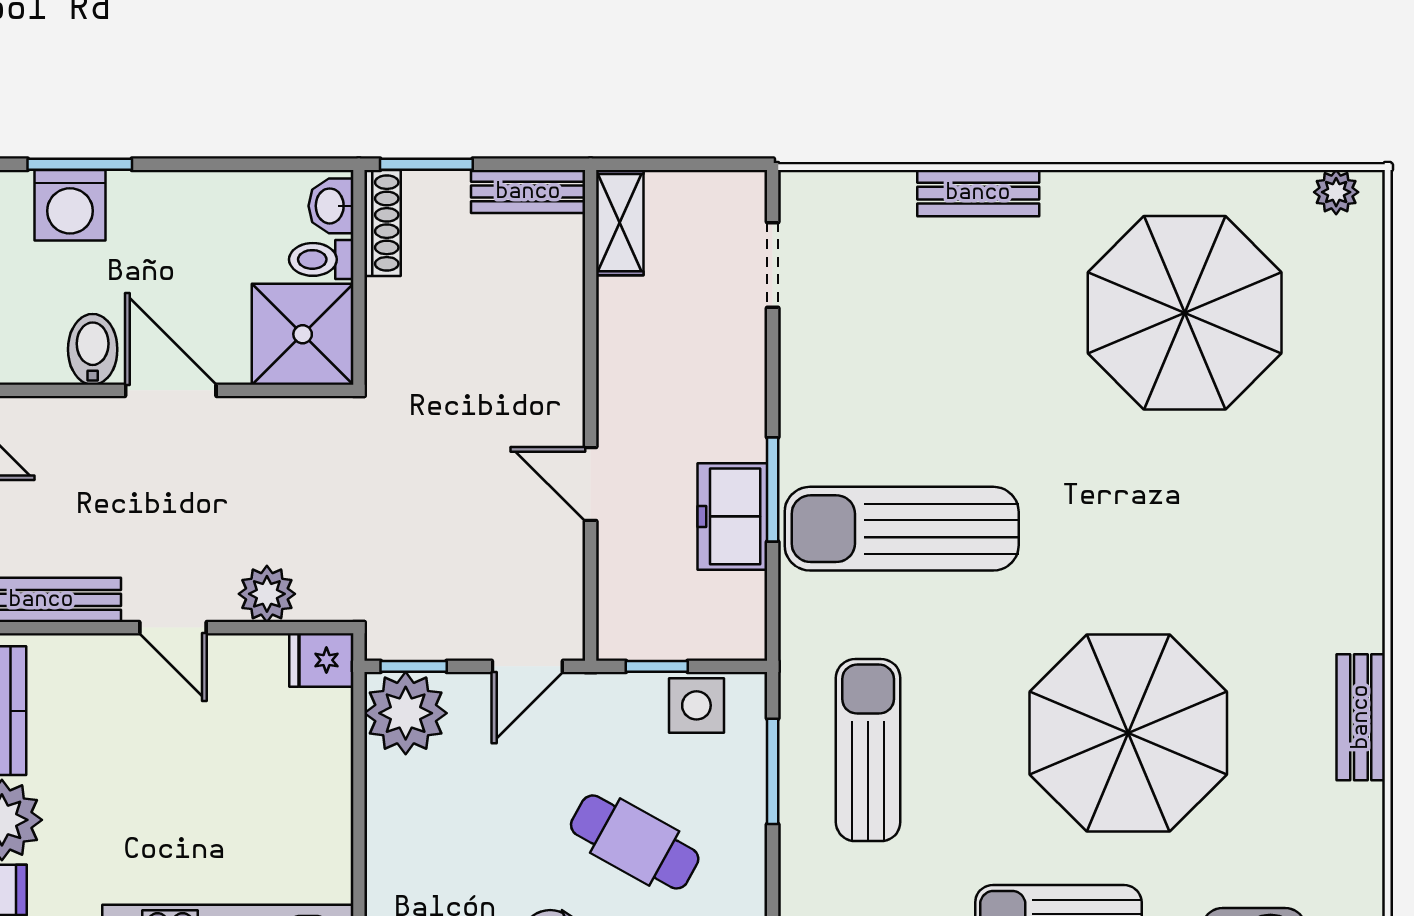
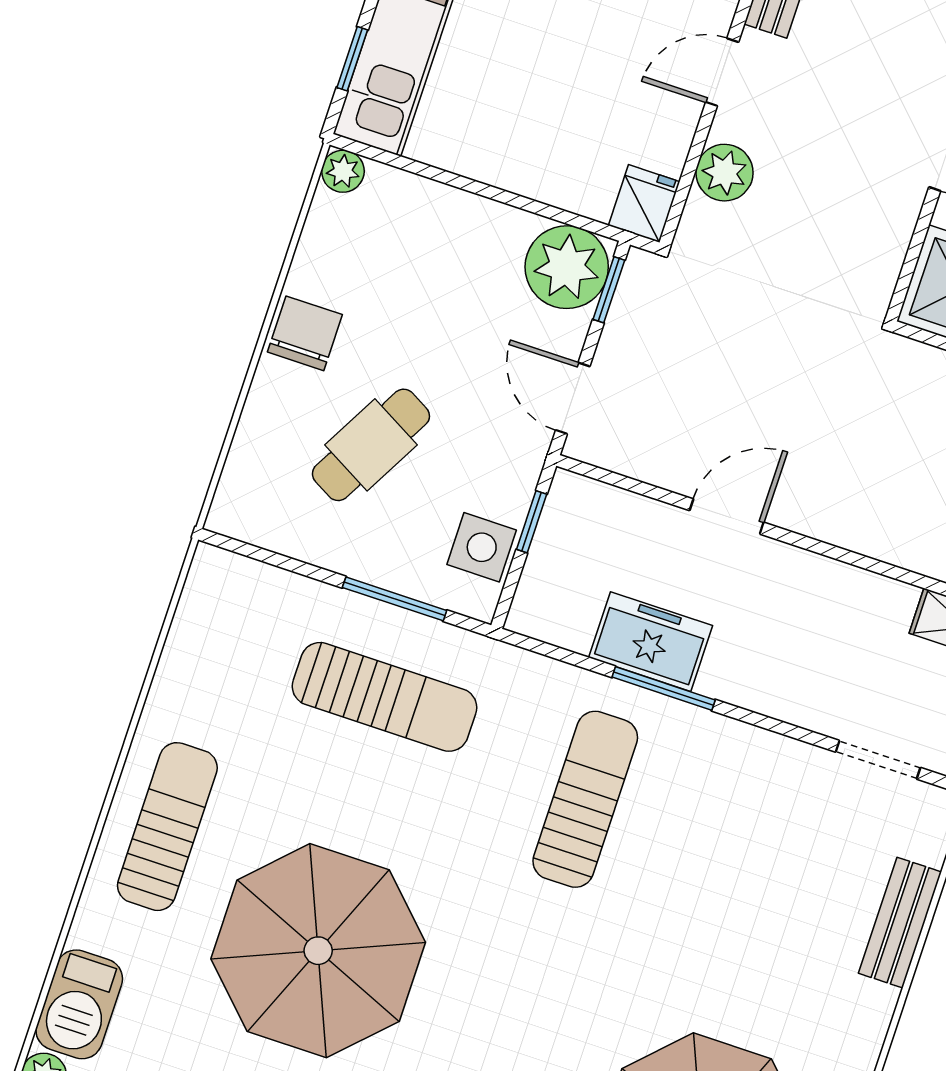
bench: (978, 193) -> (900, 923), moved
sun lounger: (902, 529) -> (585, 799), width x0.73, depth x0.75

